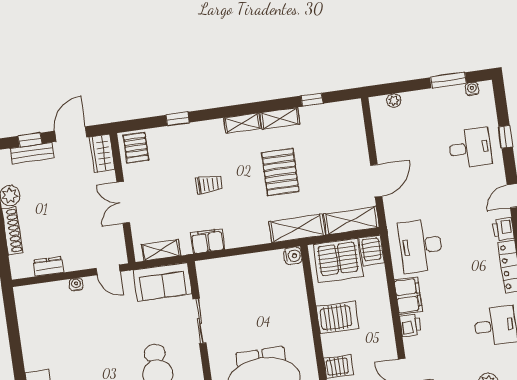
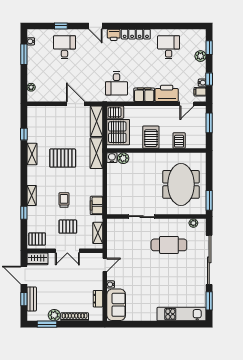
shelving: (242, 123) -> (32, 195), moved
pallet: (165, 197) -> (68, 227), added
desk: (421, 246) -> (117, 83), width x0.73
plant: (295, 275) -> (123, 158), added
sofa: (163, 282) -> (116, 305), moved
printer: (410, 325) -> (167, 93), width x1.87, depth x1.48

